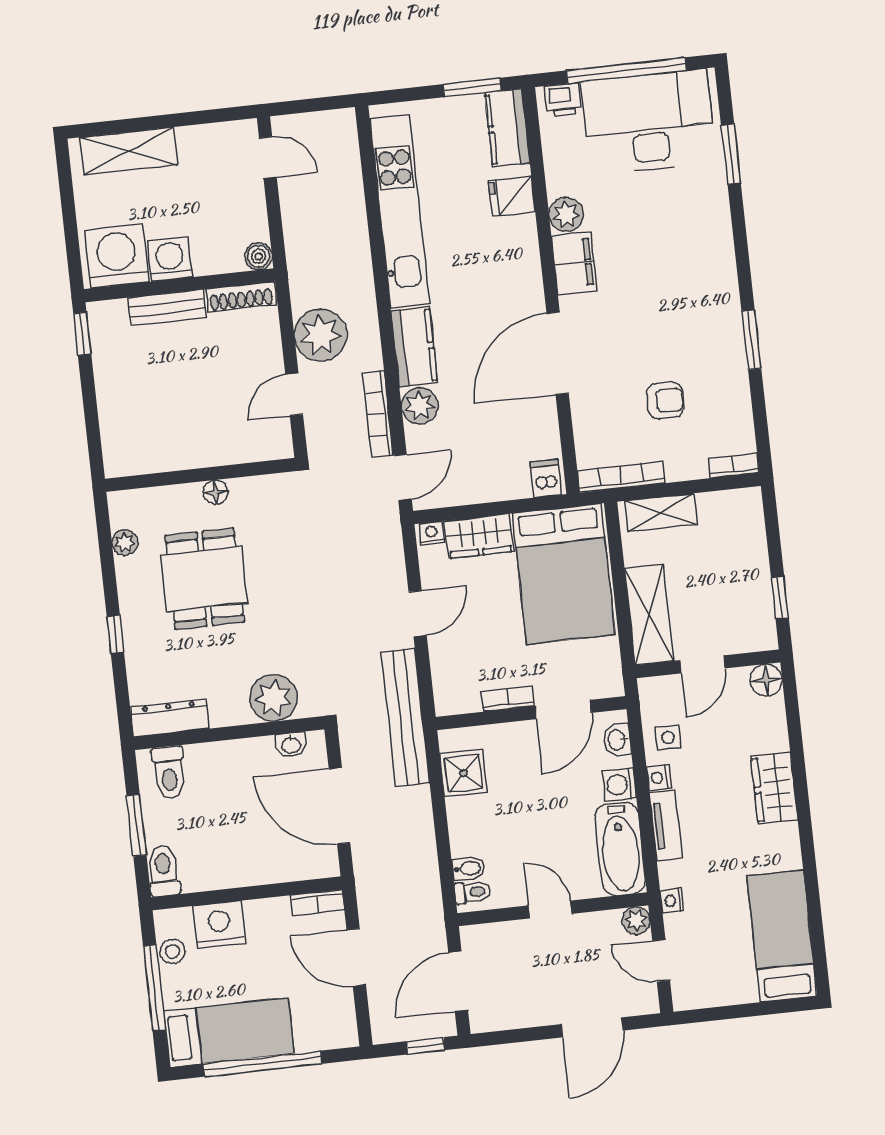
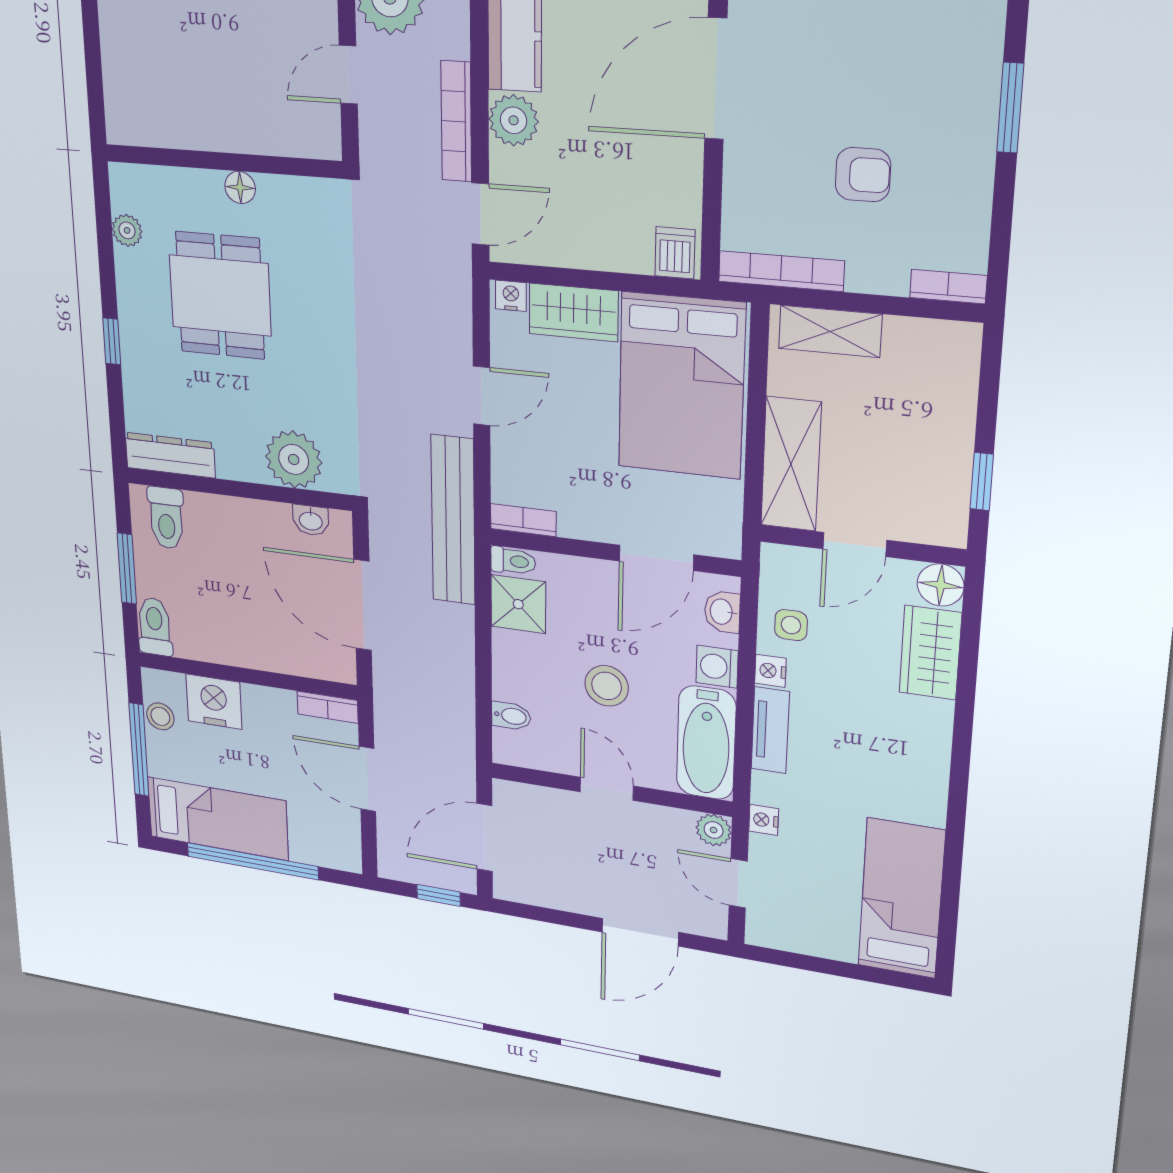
bookcase: (508, 699) -> (523, 520), moved
wardrobe: (774, 788) -> (930, 653), moved
stool: (539, 823) -> (607, 686), added
toilet: (473, 892) -> (513, 561), moved

